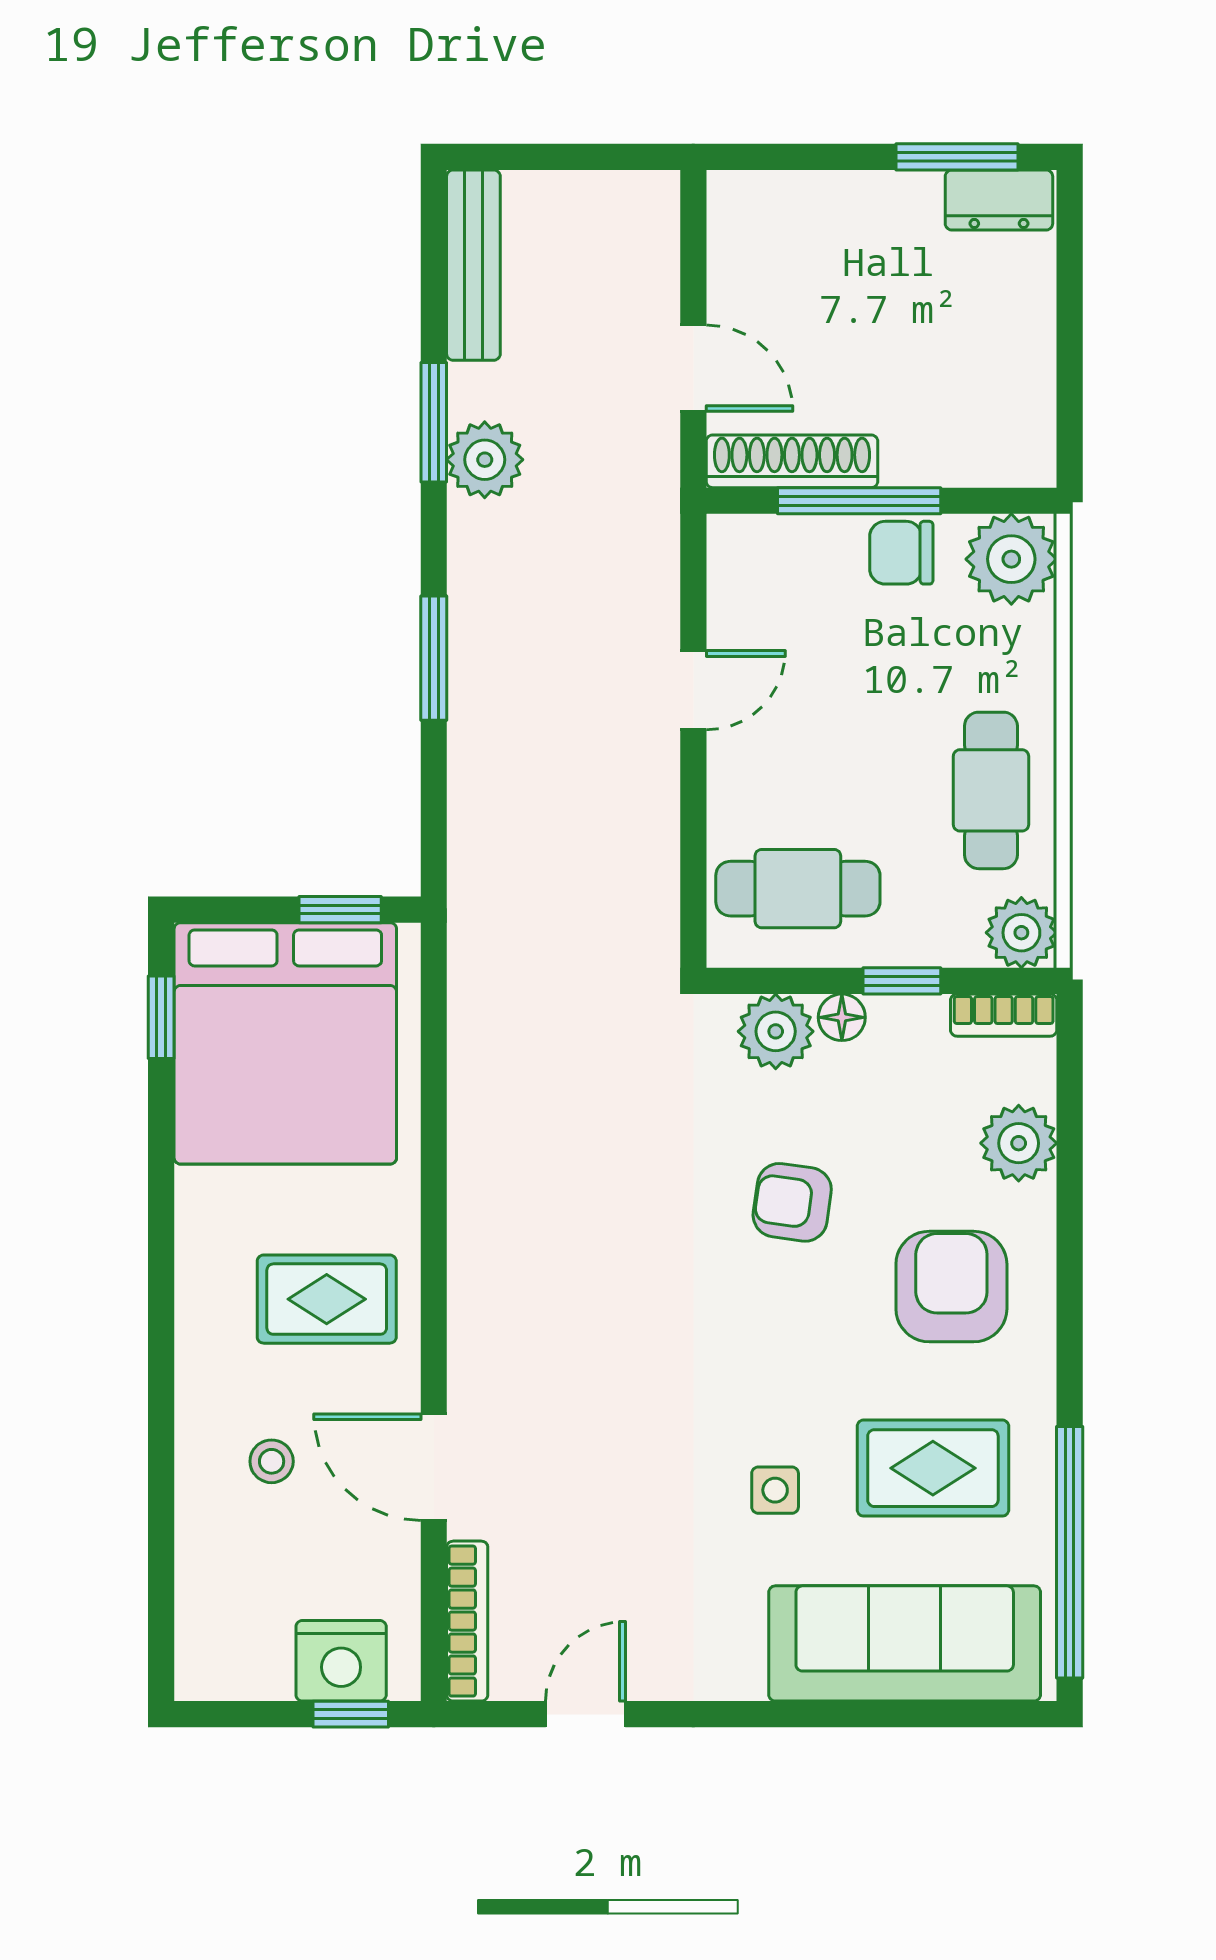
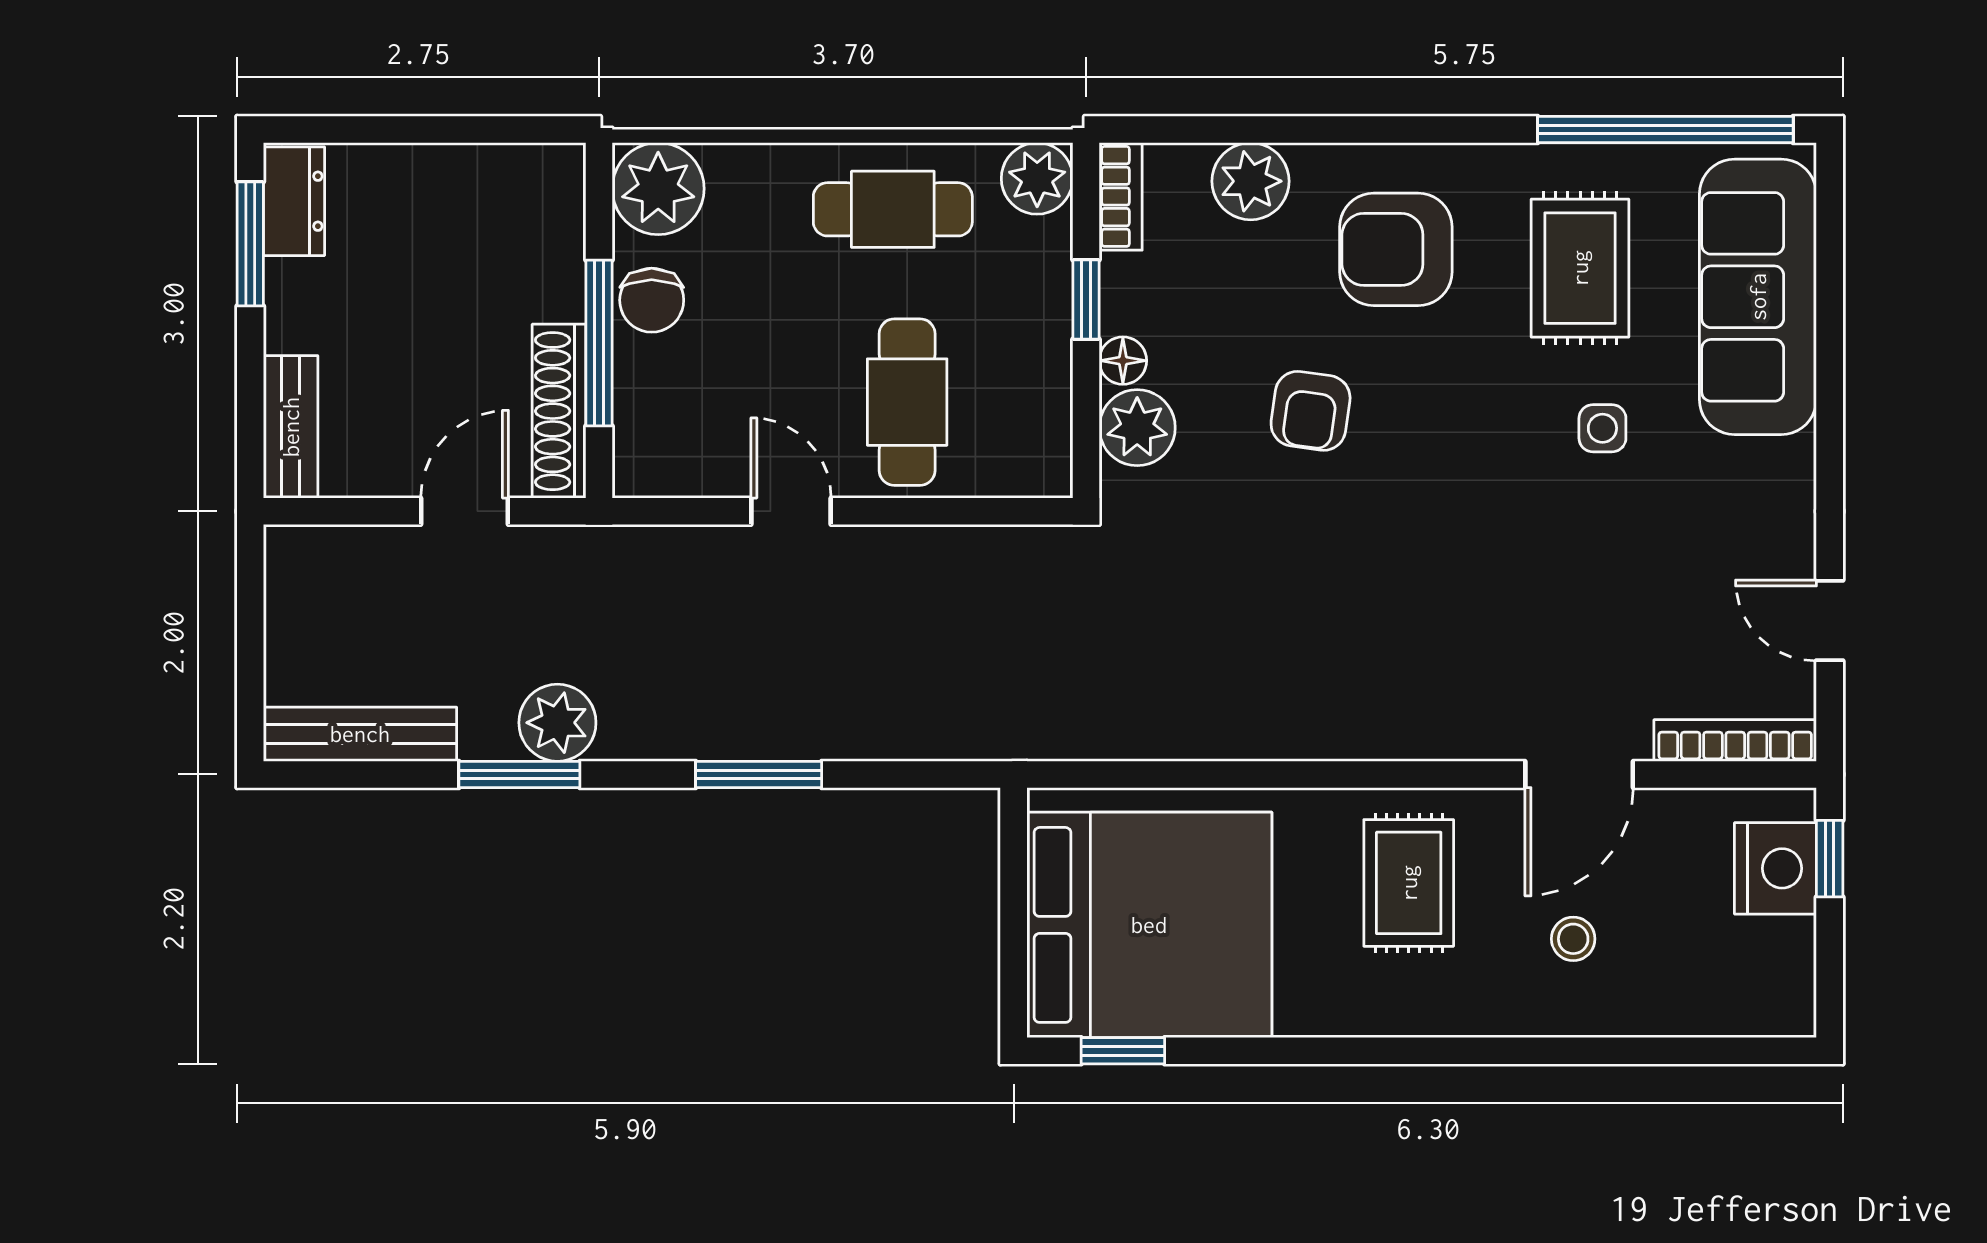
bench: (777, 197) -> (291, 427), added
cafe table: (798, 889) -> (907, 402), moved
window: (340, 910) -> (1014, 869), removed

